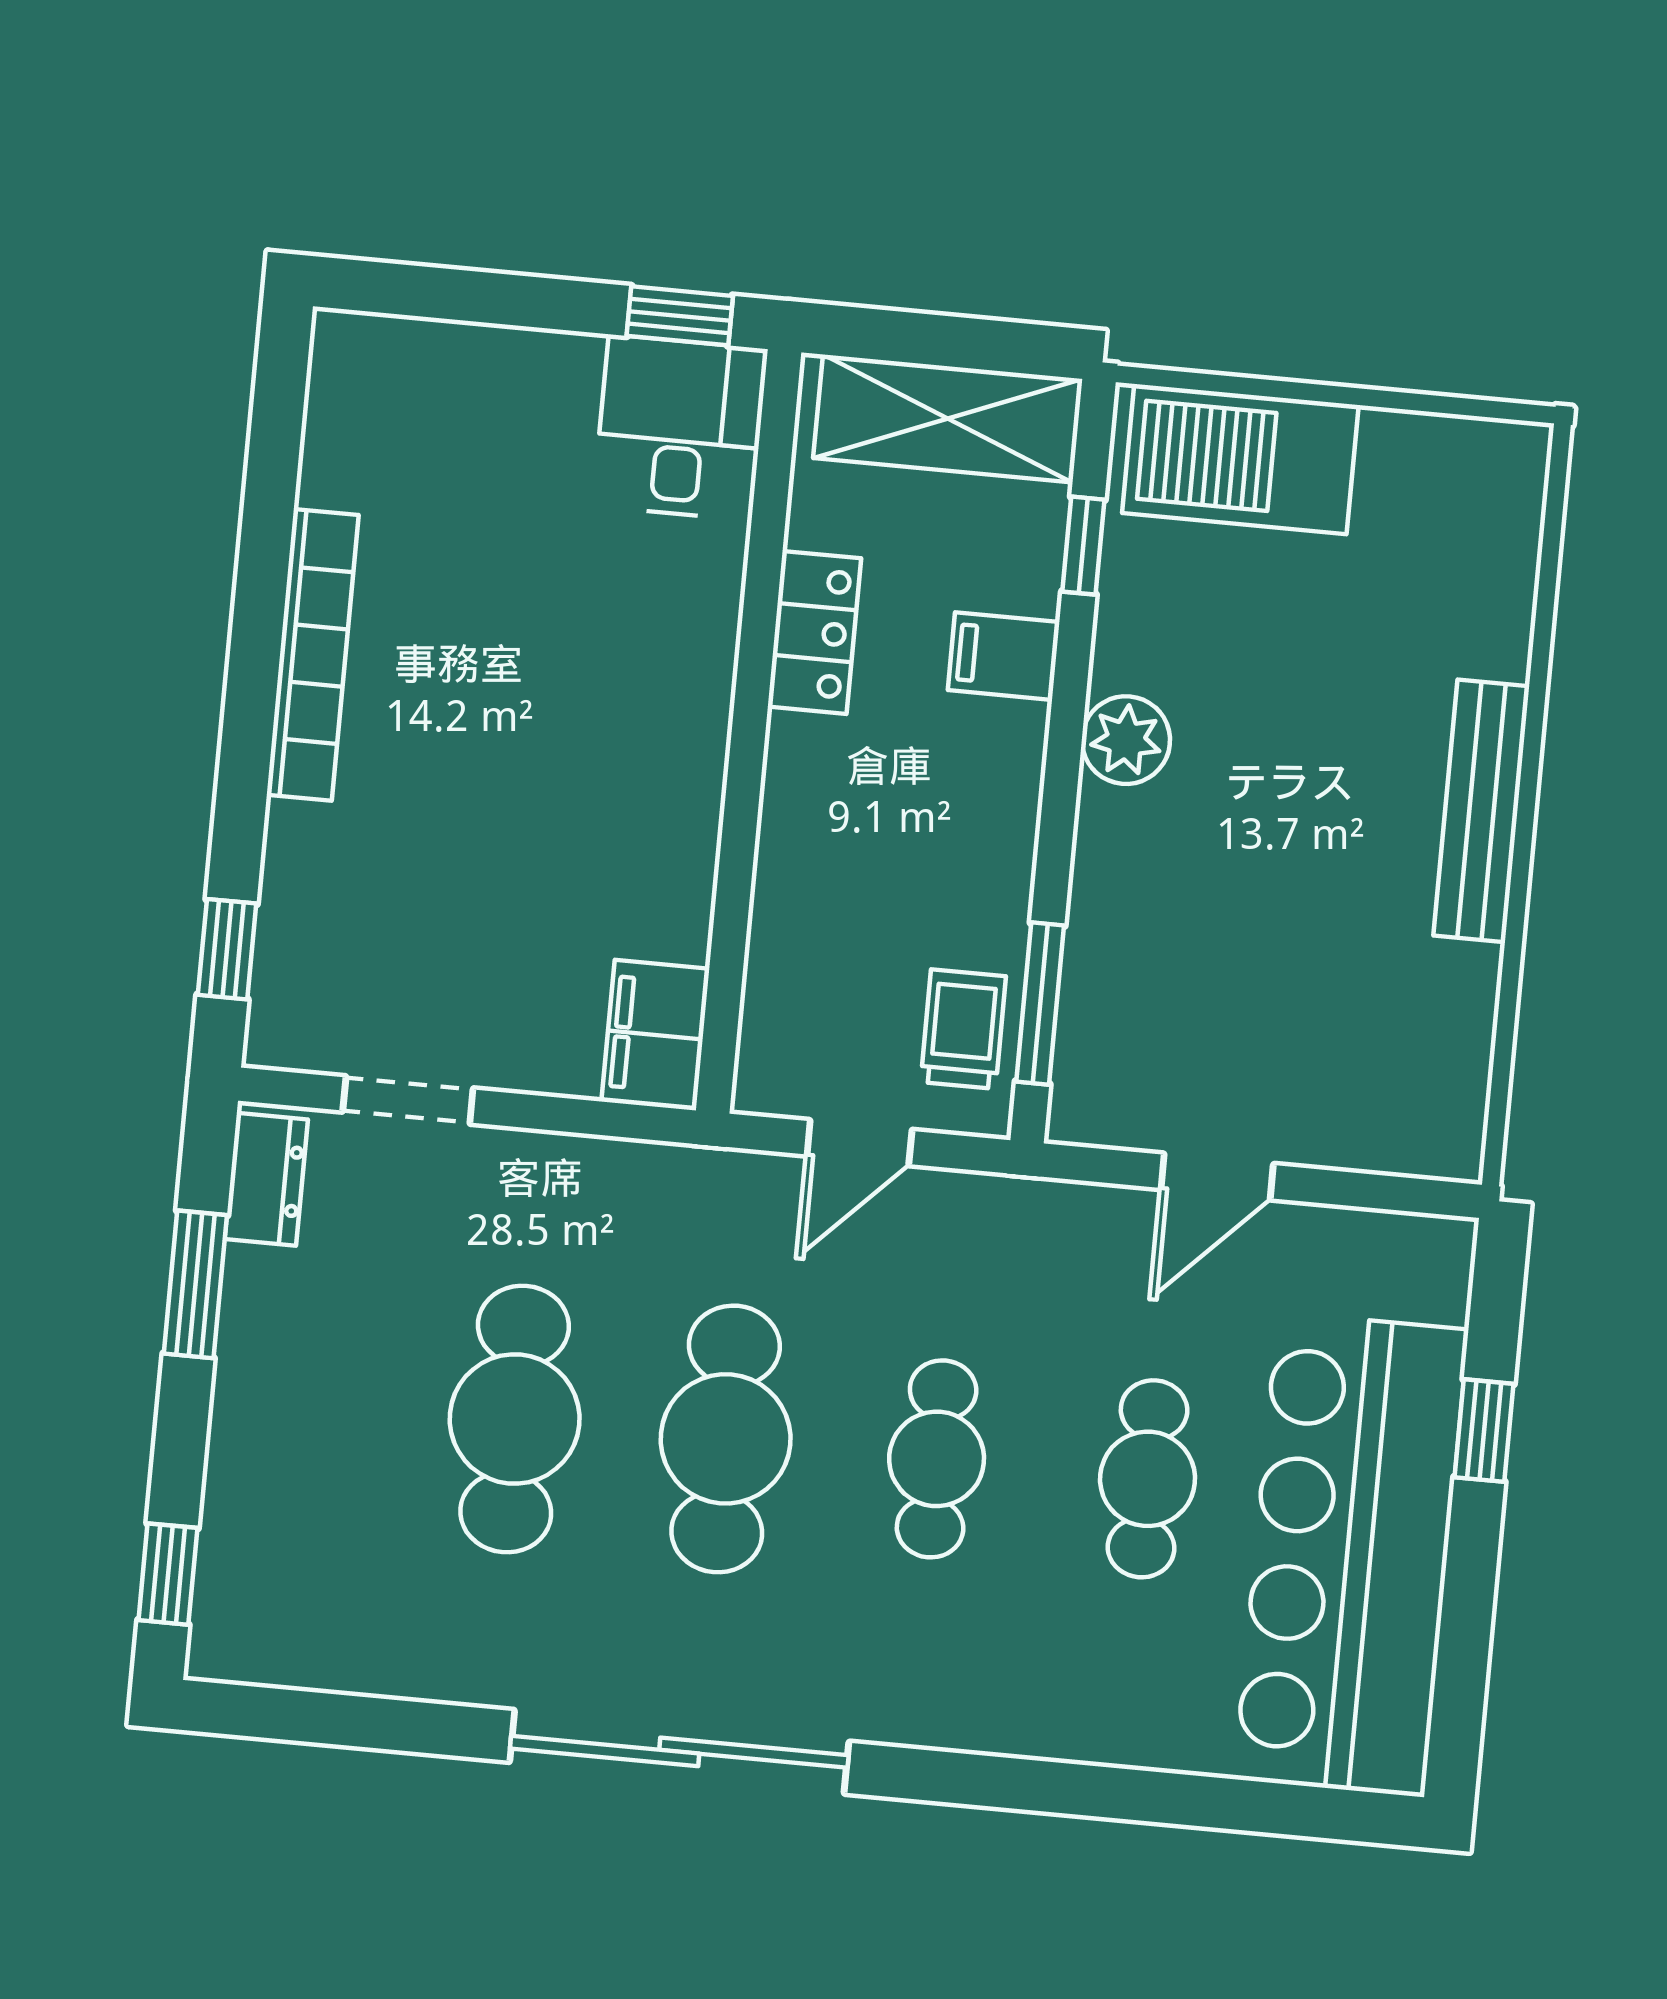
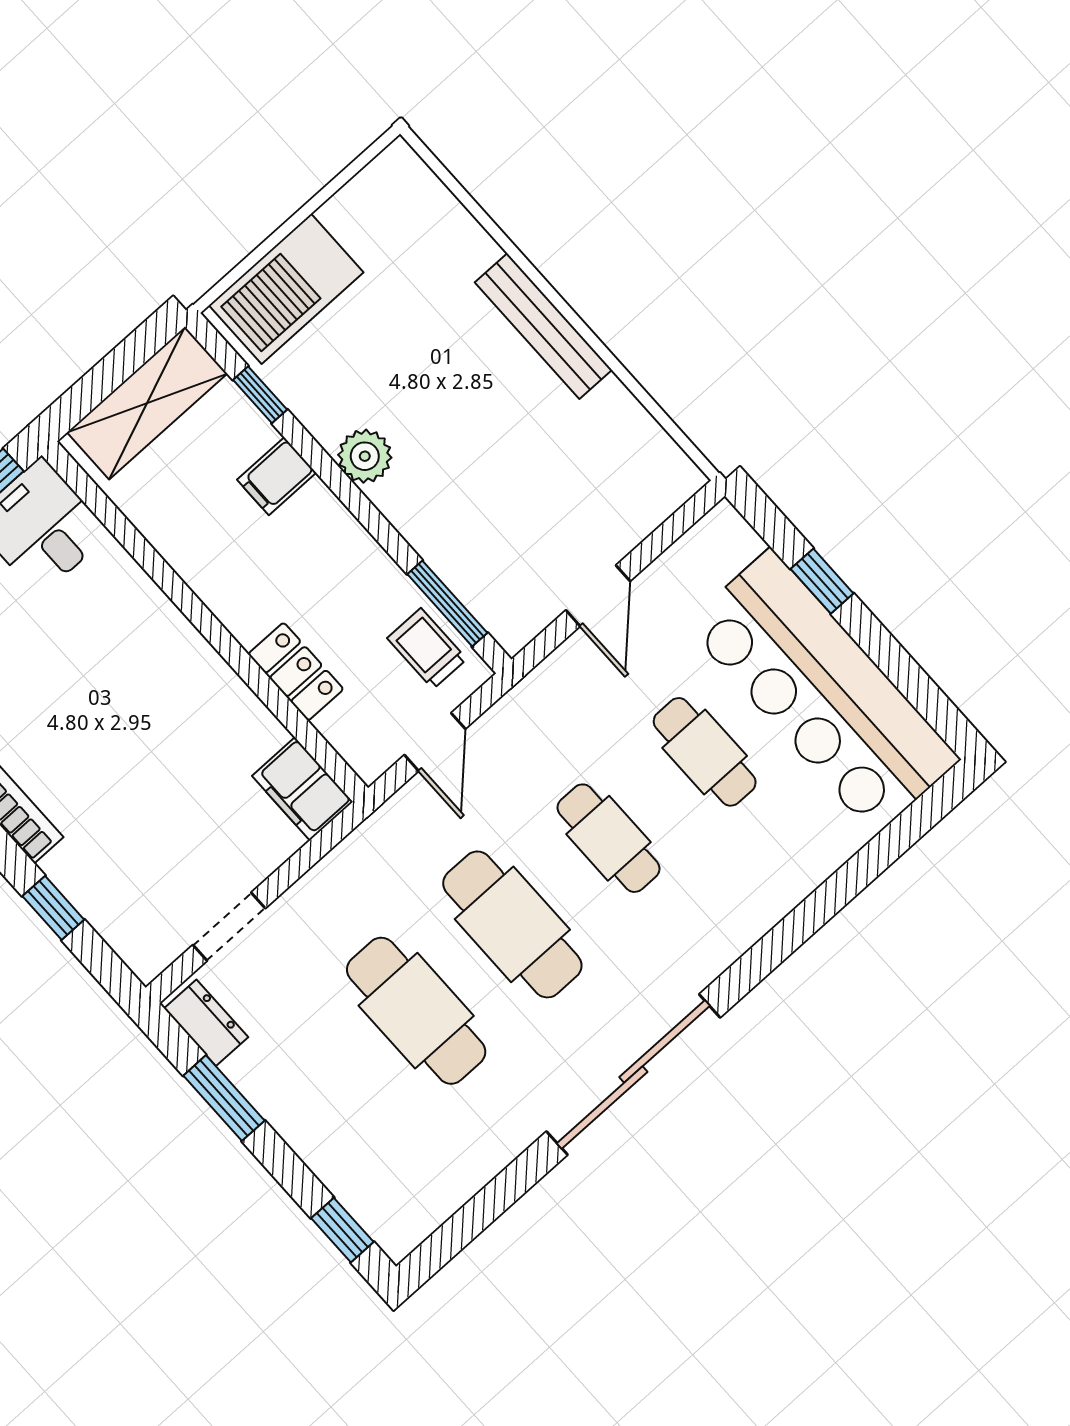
locker: (814, 632) -> (296, 672), moved
window: (227, 949) -> (53, 908), moved

